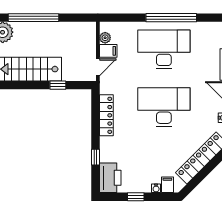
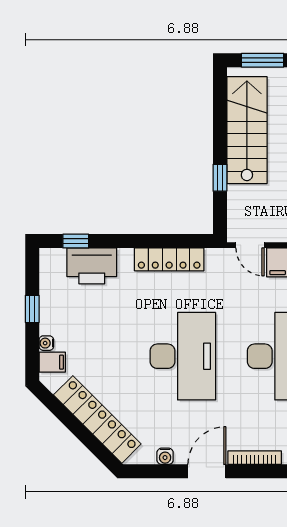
window: (95, 157) -> (76, 241), moved
printer: (110, 178) -> (92, 266), moved

